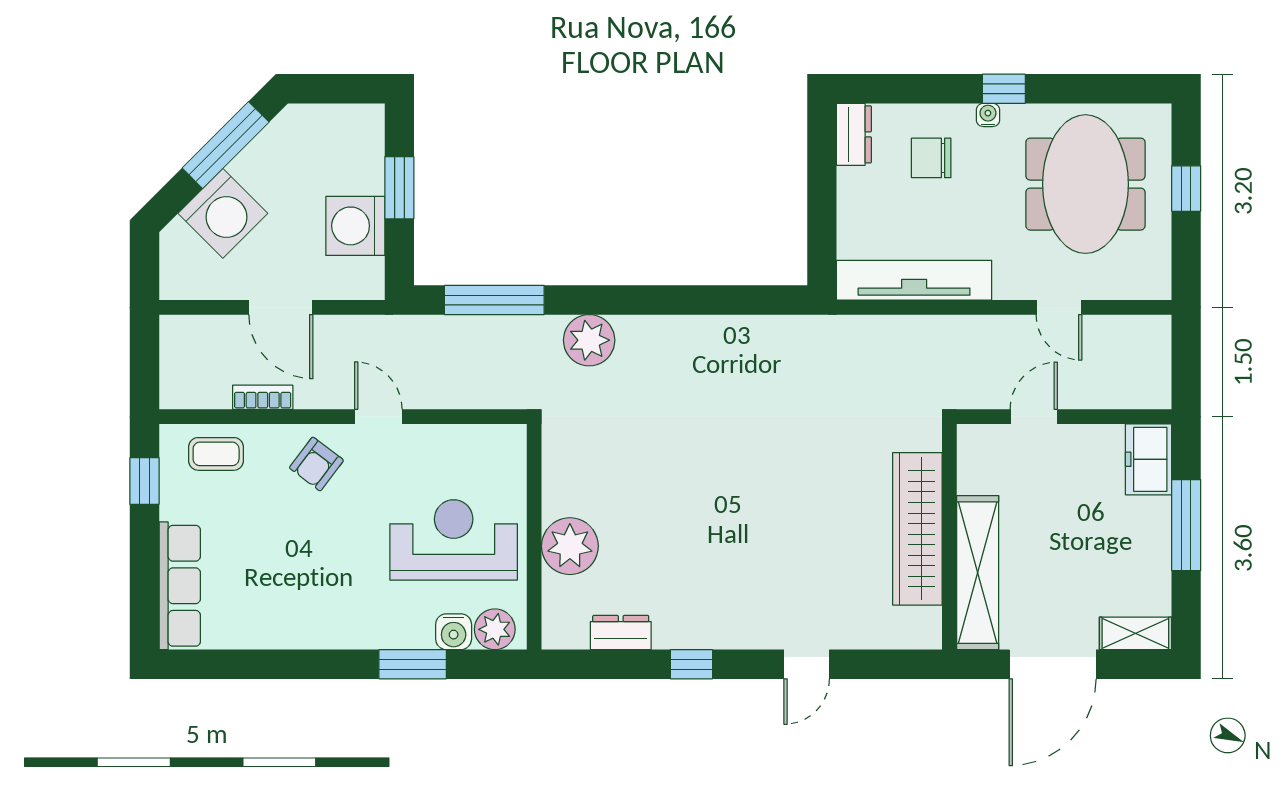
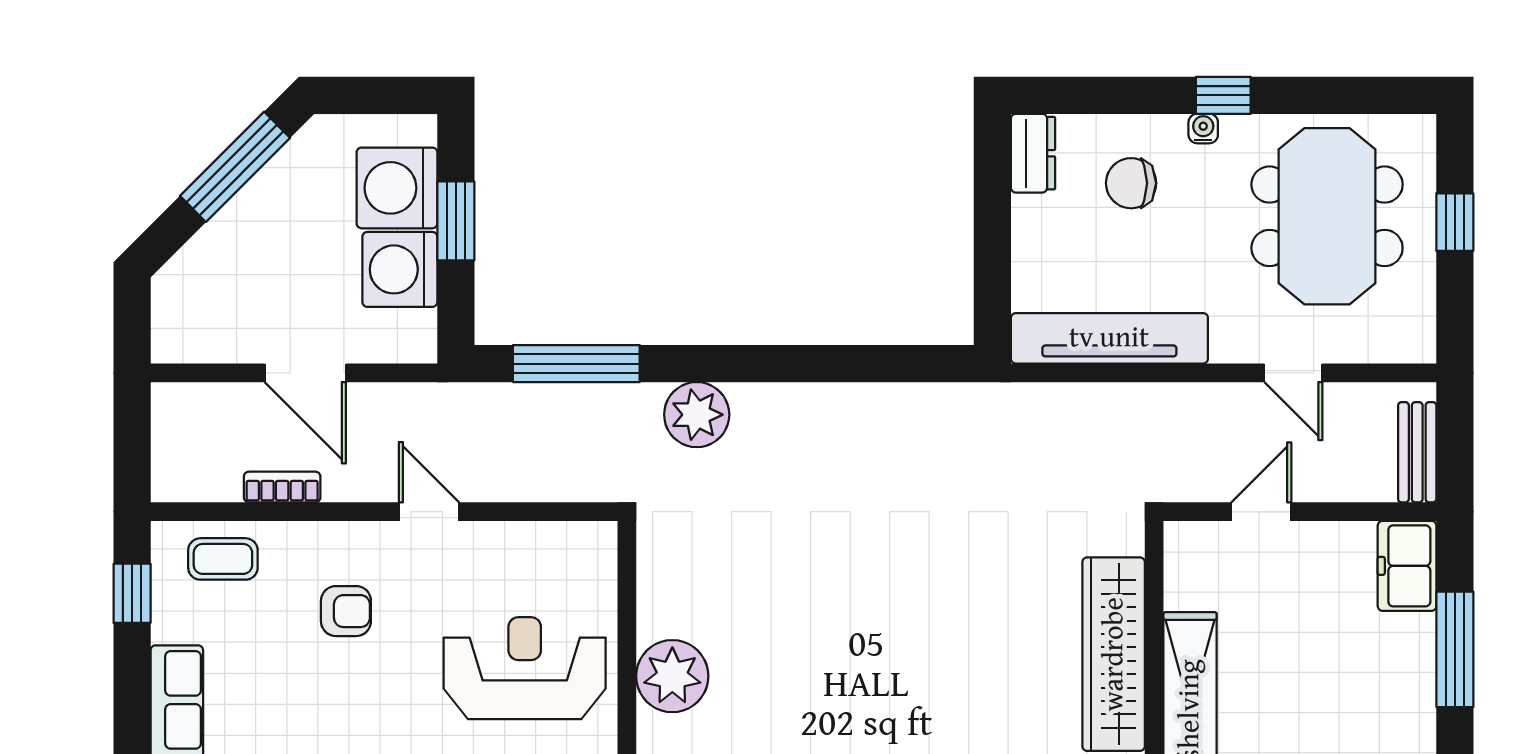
washing machine: (223, 213) -> (397, 188), moved, turned 135
bench: (1156, 370) -> (1417, 452), added
armchair: (316, 464) -> (346, 611), moved, turned -127

